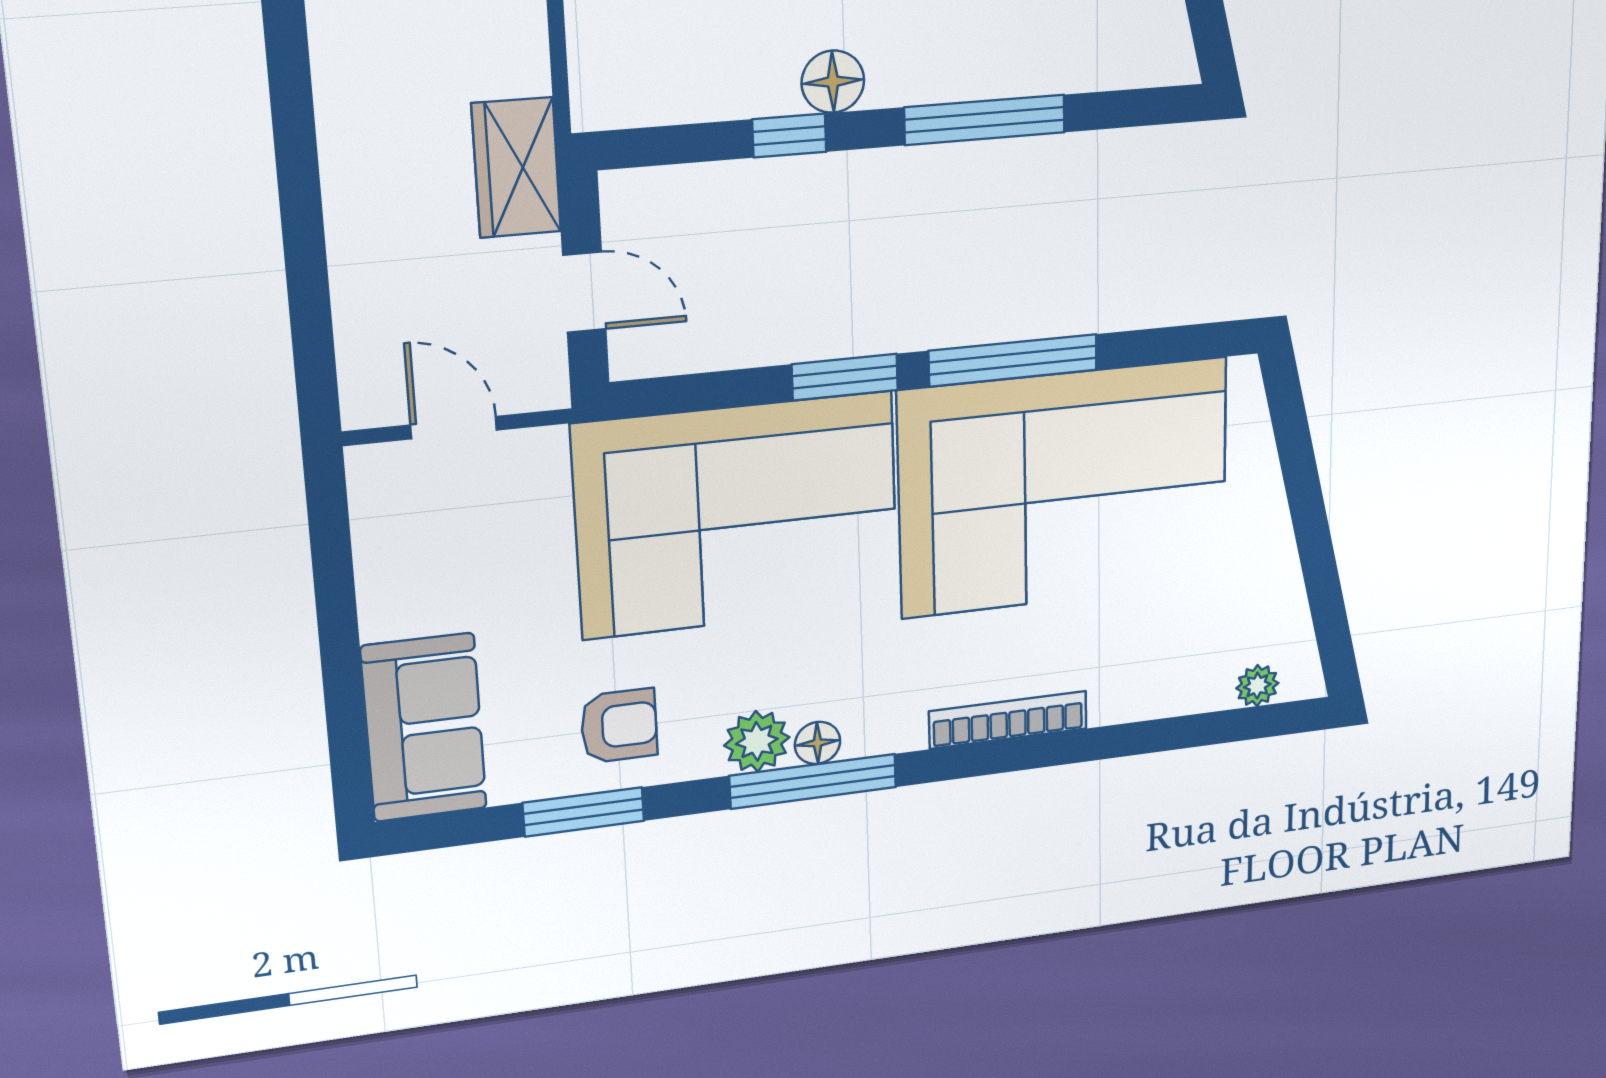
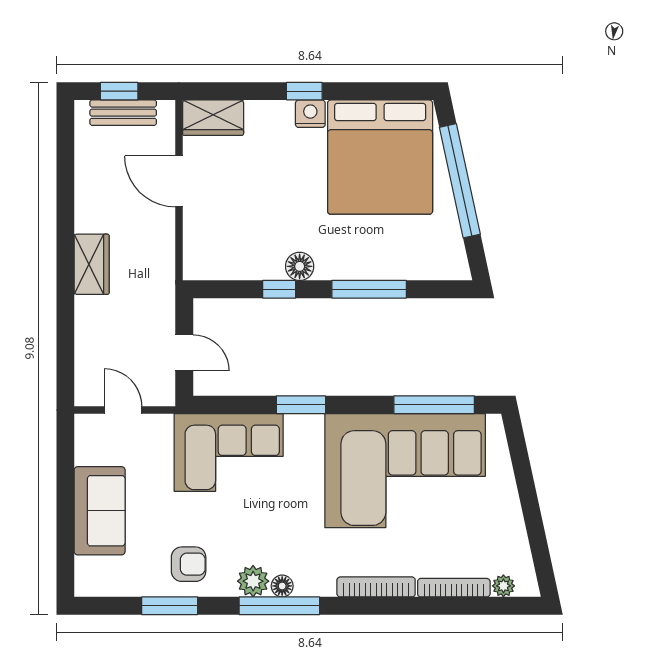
wardrobe: (516, 168) -> (92, 264), moved, turned 180
window: (1013, 360) -> (434, 405), moved
corner sofa: (737, 515) -> (229, 452), width x0.73, depth x0.74
bookcase: (1161, 701) -> (454, 588), added
sofa: (424, 728) -> (100, 511), moved

